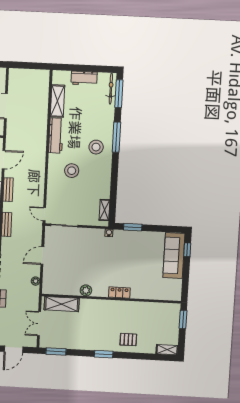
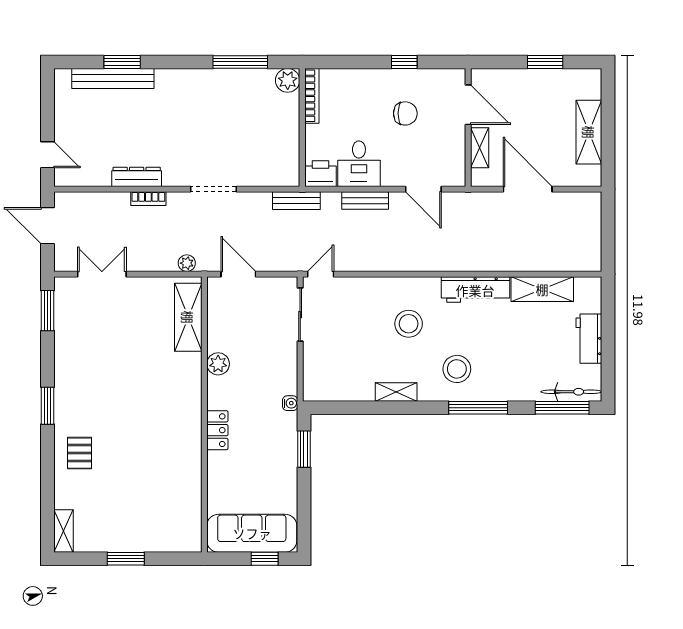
shelving: (104, 210) -> (396, 392), moved
plant: (86, 290) -> (218, 364), moved
locker: (119, 293) -> (217, 430), moved
wall: (111, 299) -> (204, 415), moved
shelving: (62, 304) -> (188, 317), moved

